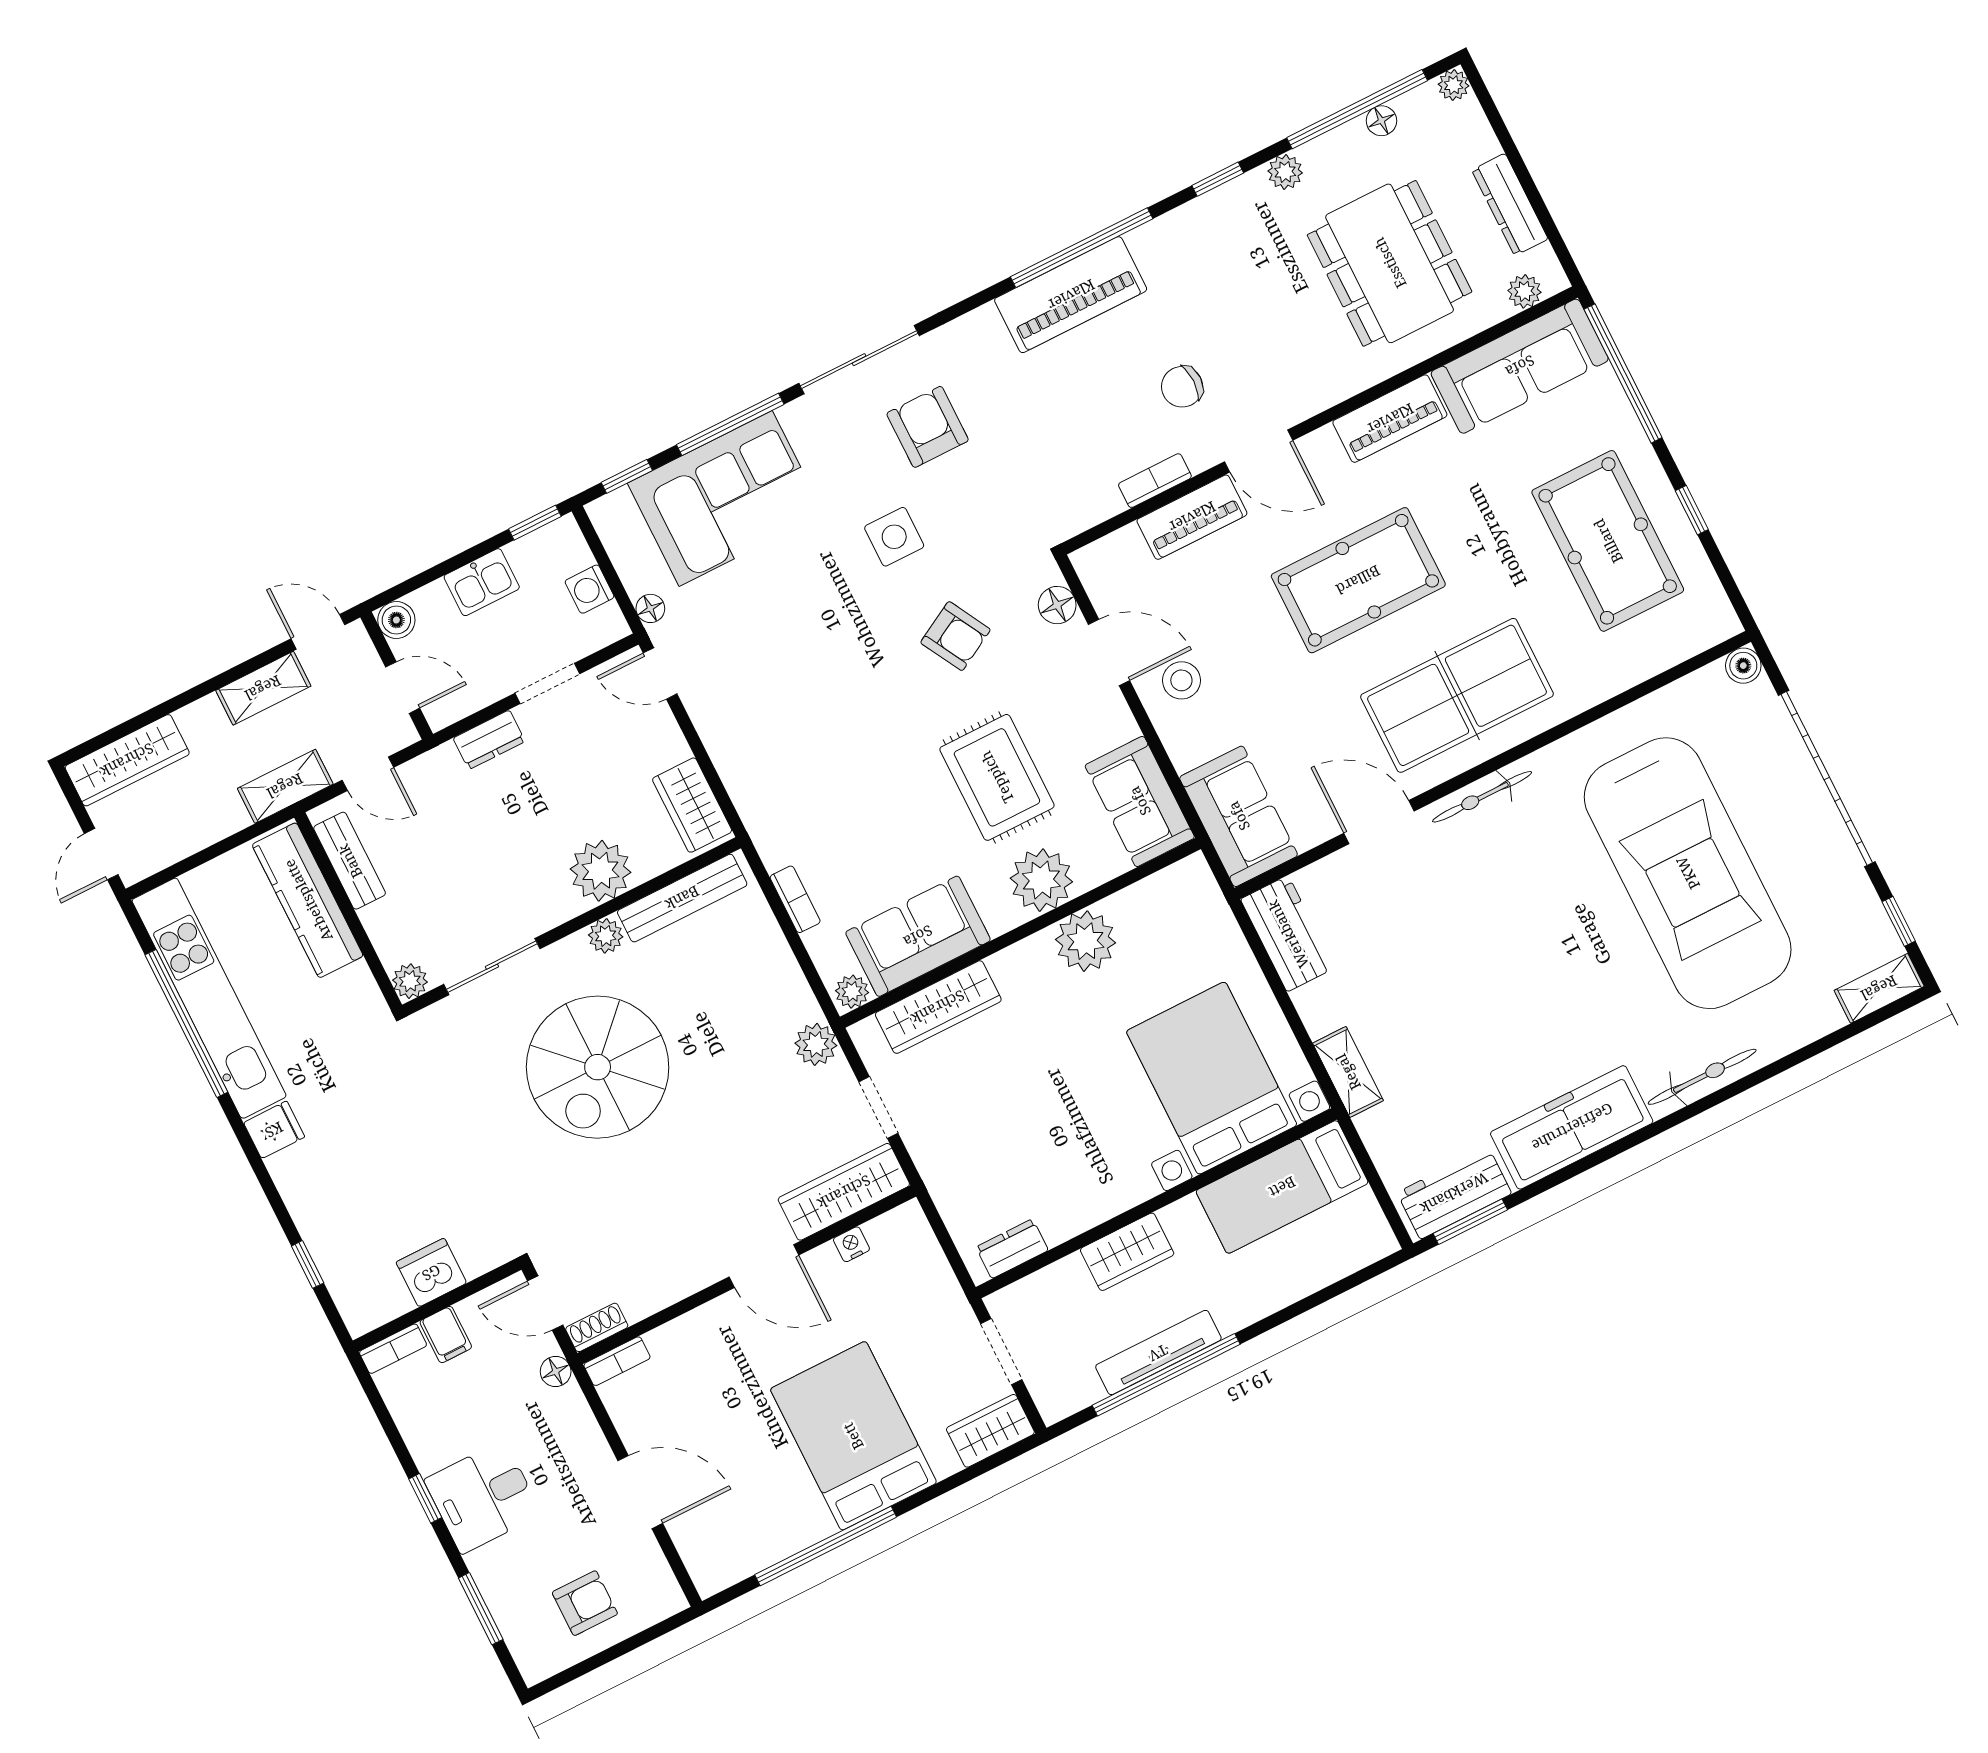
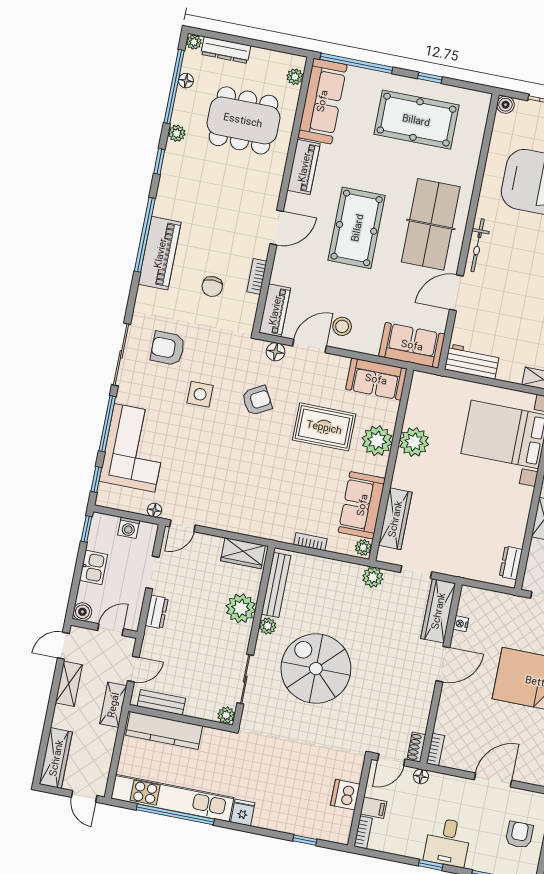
dresser: (1510, 204) -> (226, 50), moved
chair: (1182, 387) -> (212, 287), moved
piano: (1192, 517) -> (275, 310), moved
spiral stairs: (598, 1067) -> (316, 669), turned 180

